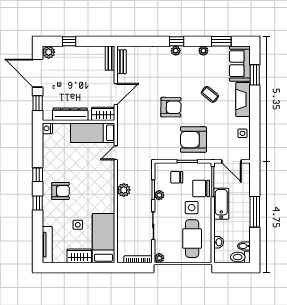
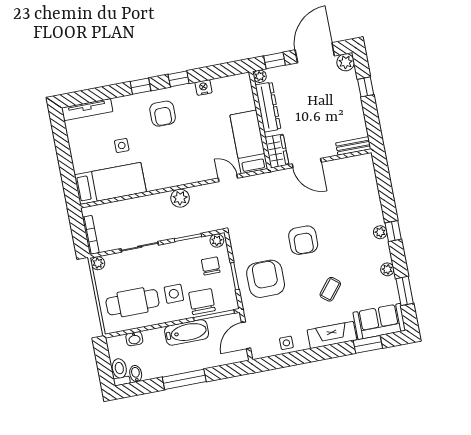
bench: (122, 62) -> (352, 163), removed
plant: (47, 116) -> (260, 76), added
nightstand: (47, 128) -> (204, 88), moved
plant: (159, 195) -> (217, 241), moved
wardrobe: (79, 256) -> (80, 155), removed

